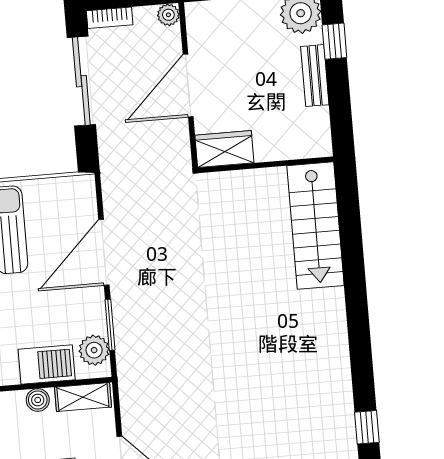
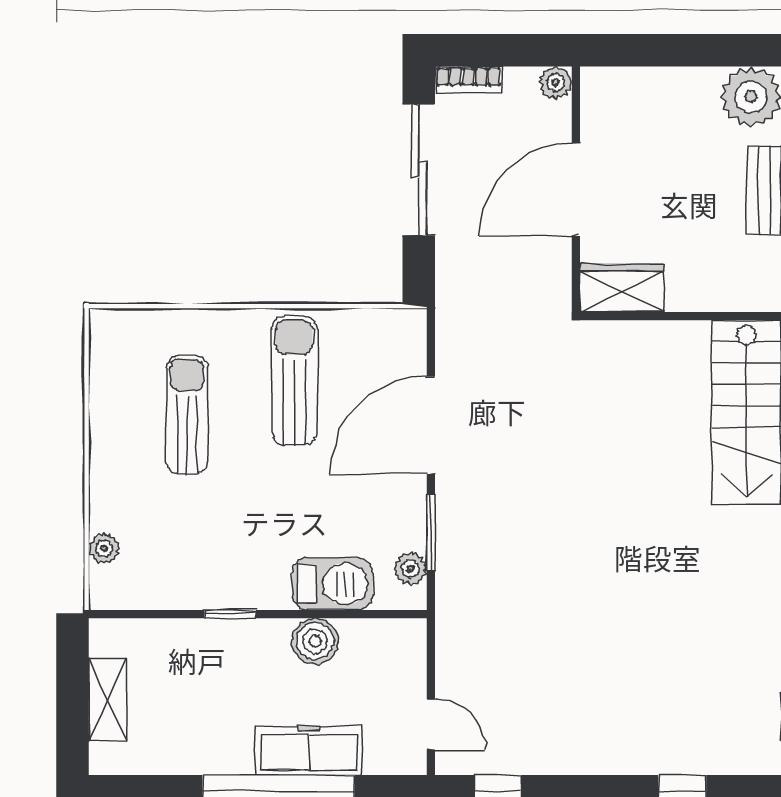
plant: (94, 350) -> (410, 568), width x0.73, depth x0.73
shelving: (83, 397) -> (382, 636), removed
boiler: (38, 400) -> (315, 641), width x1.36, depth x1.36

